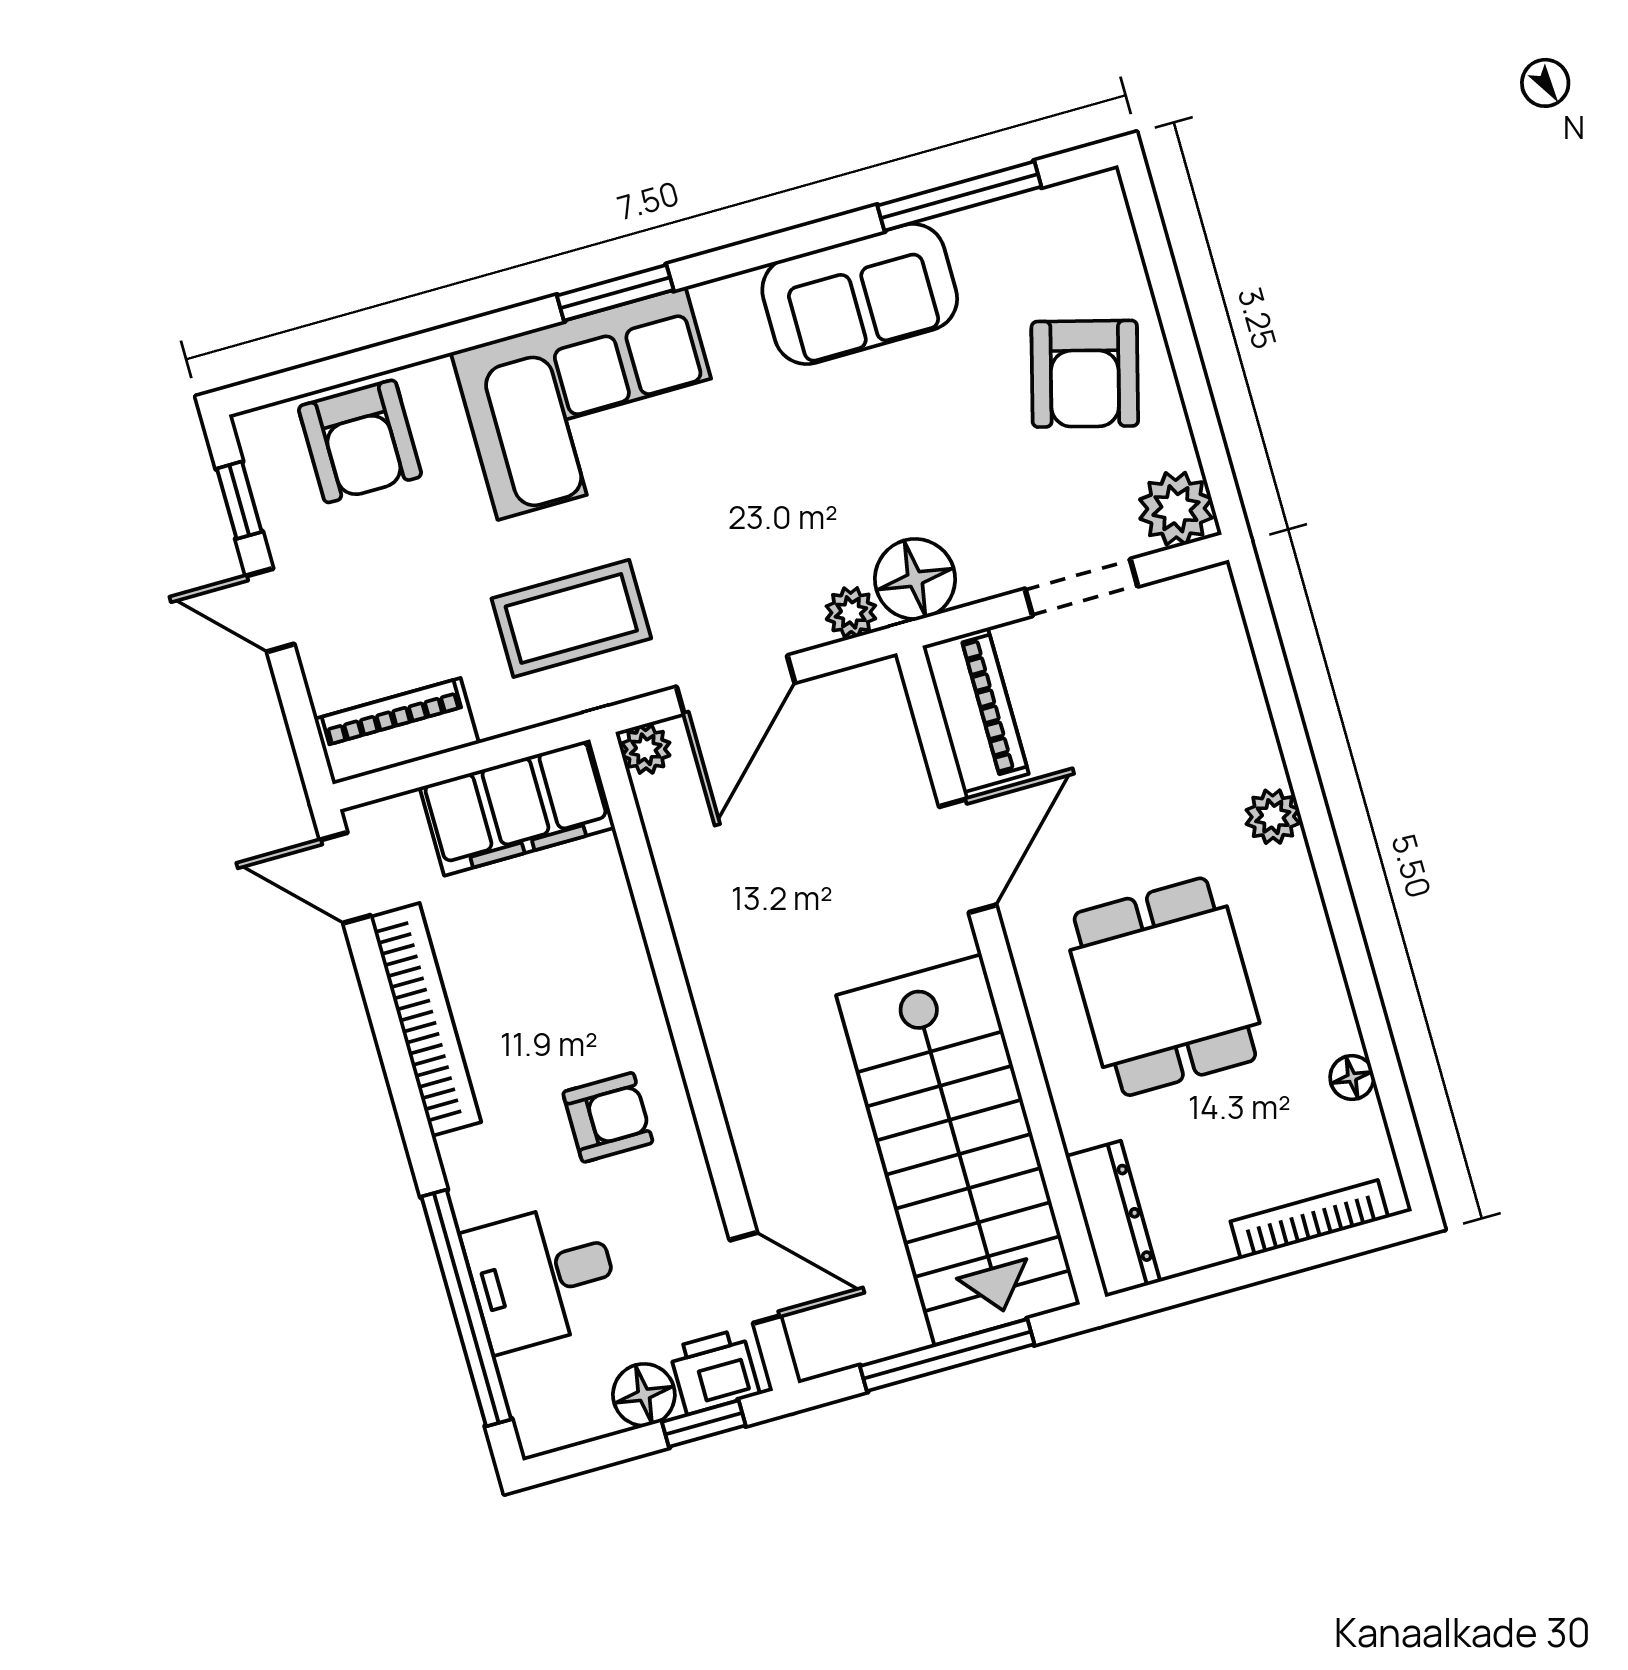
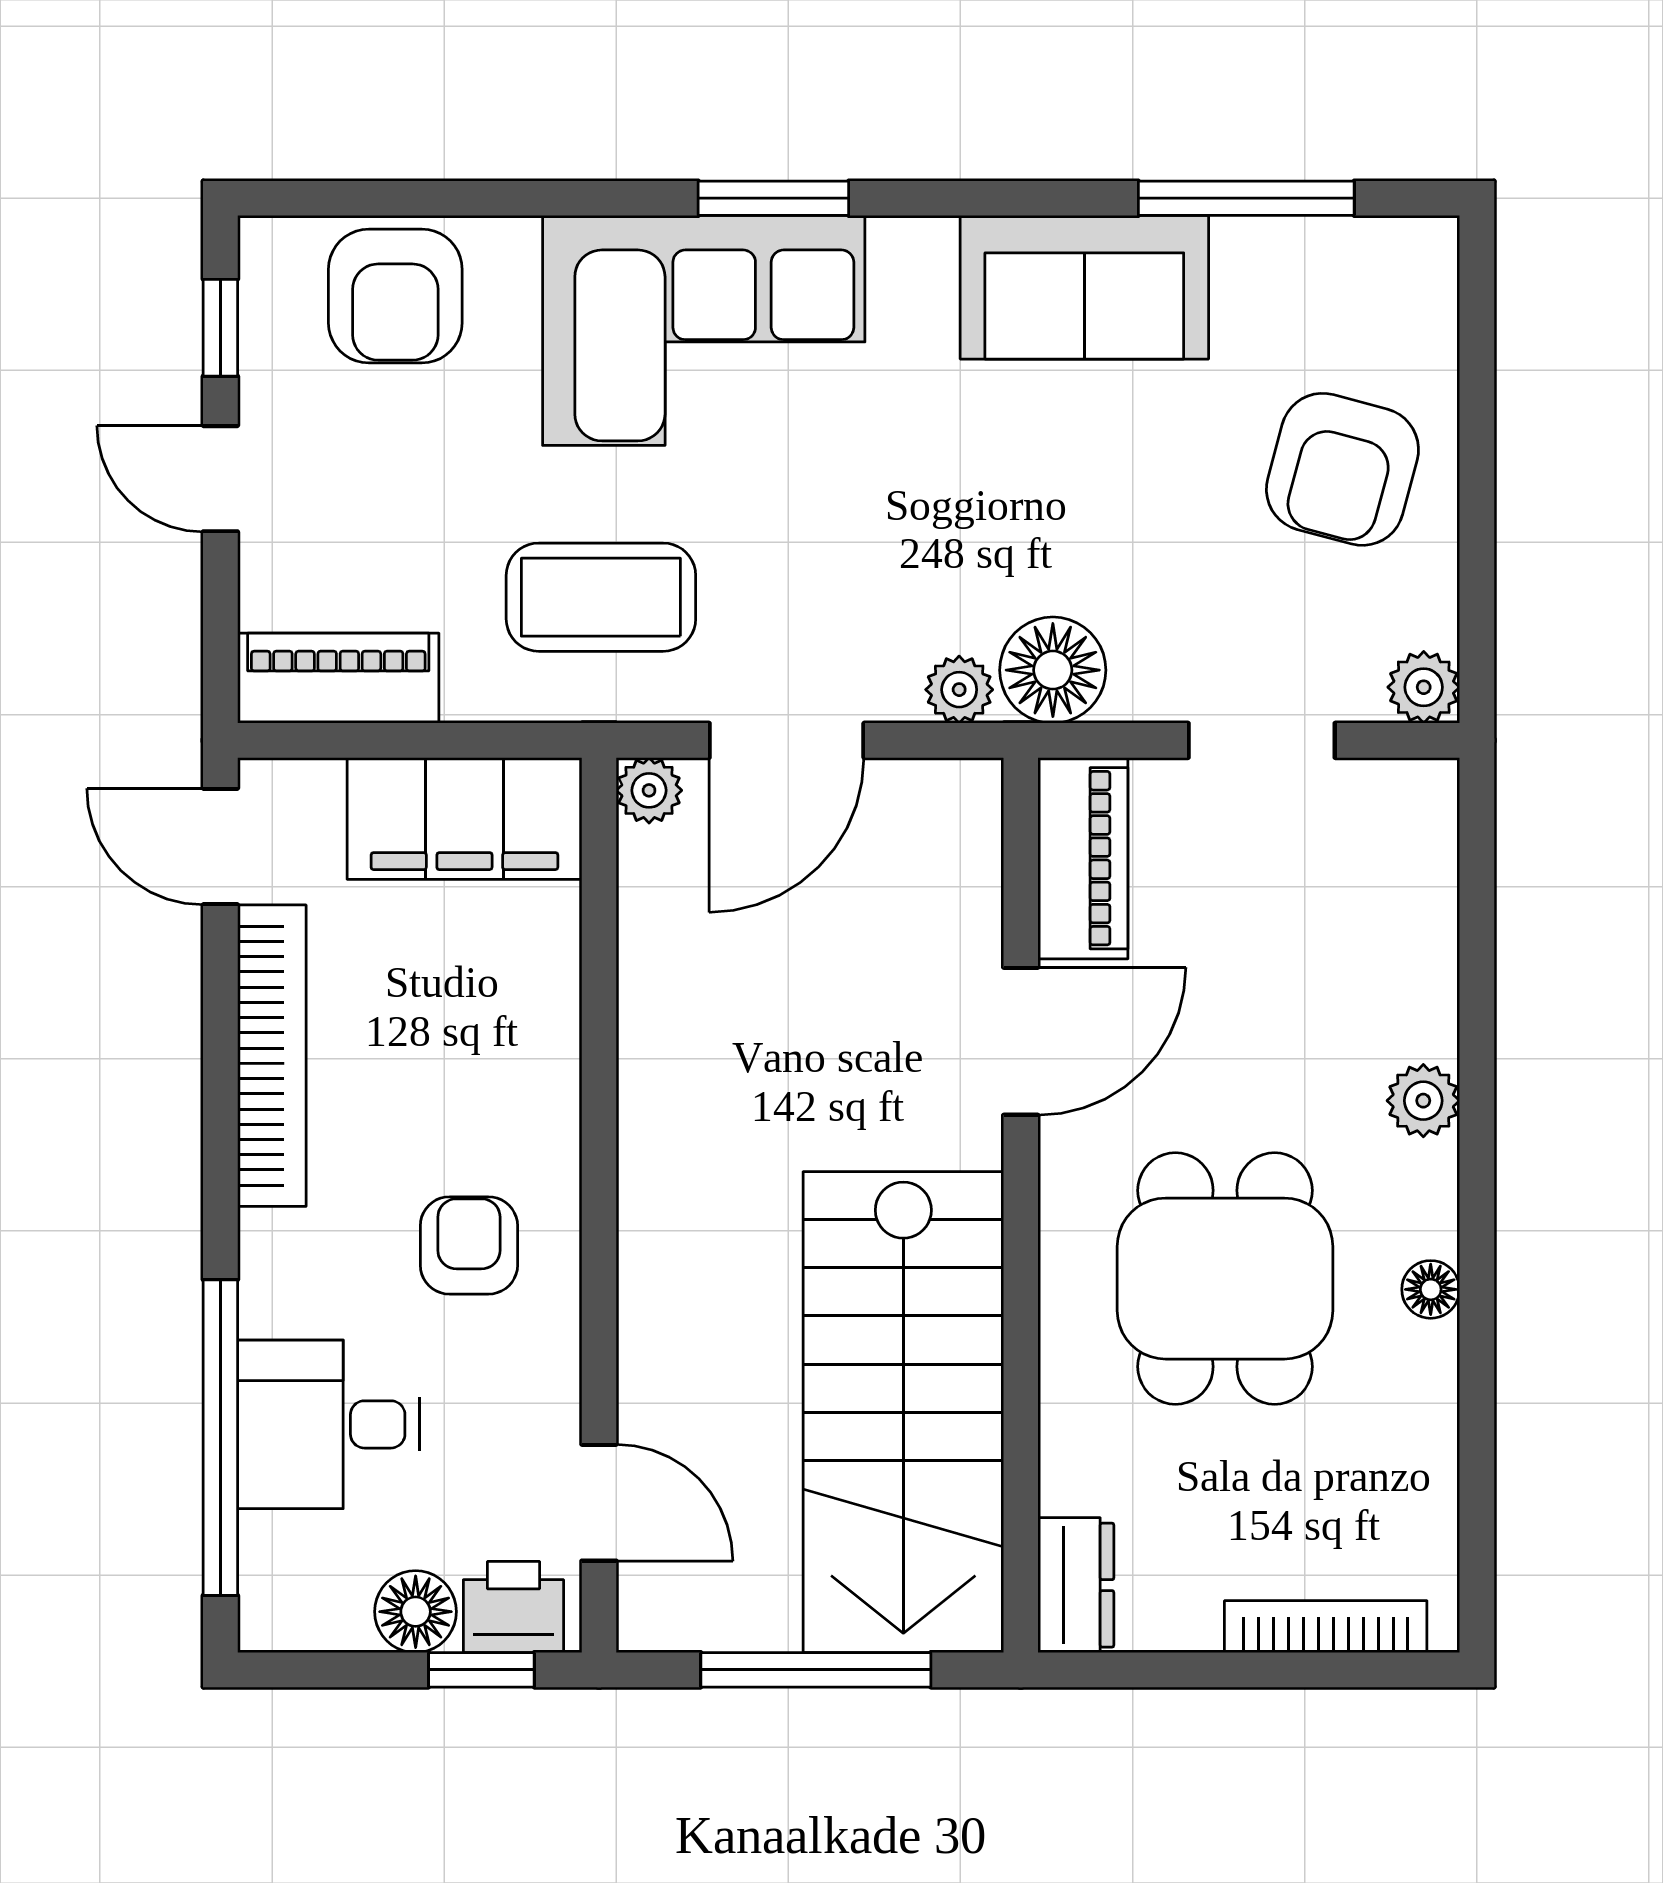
plant: (1176, 509) -> (1424, 687), width x0.73, depth x0.73
floor lamp: (1352, 1077) -> (1431, 1289), moved
armchair: (608, 1117) -> (469, 1245), turned -90
dresser: (1113, 1219) -> (1076, 1585), width x0.70

